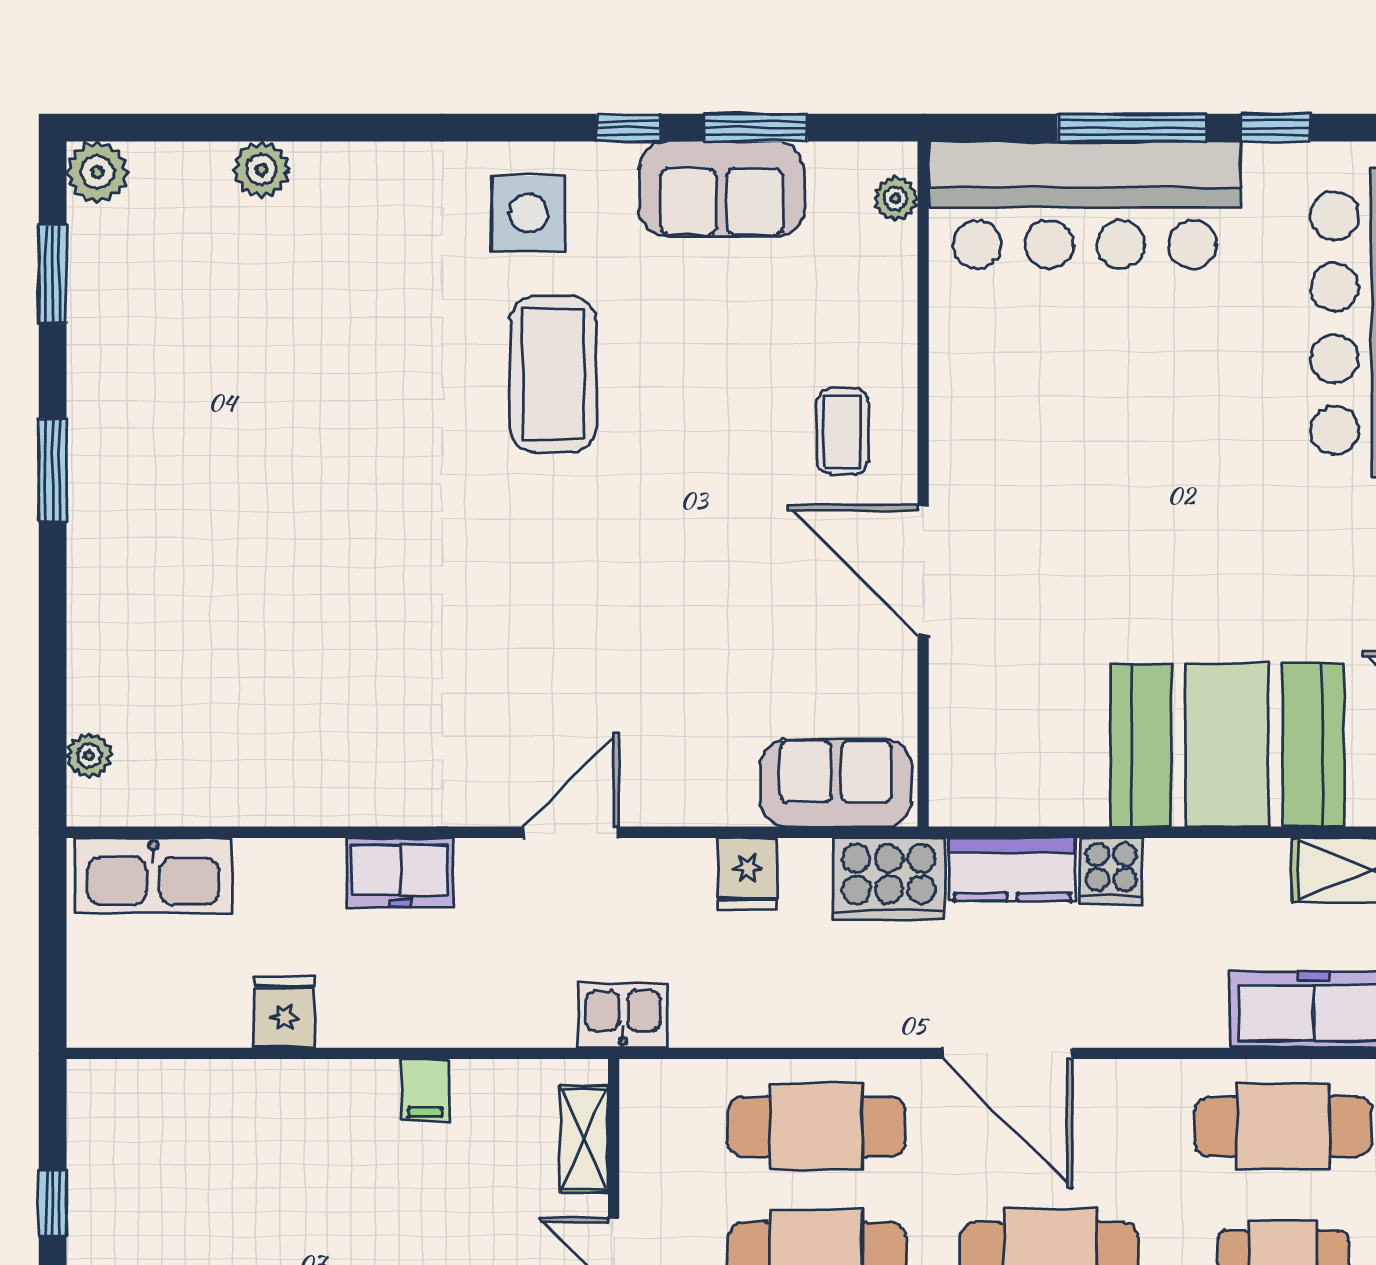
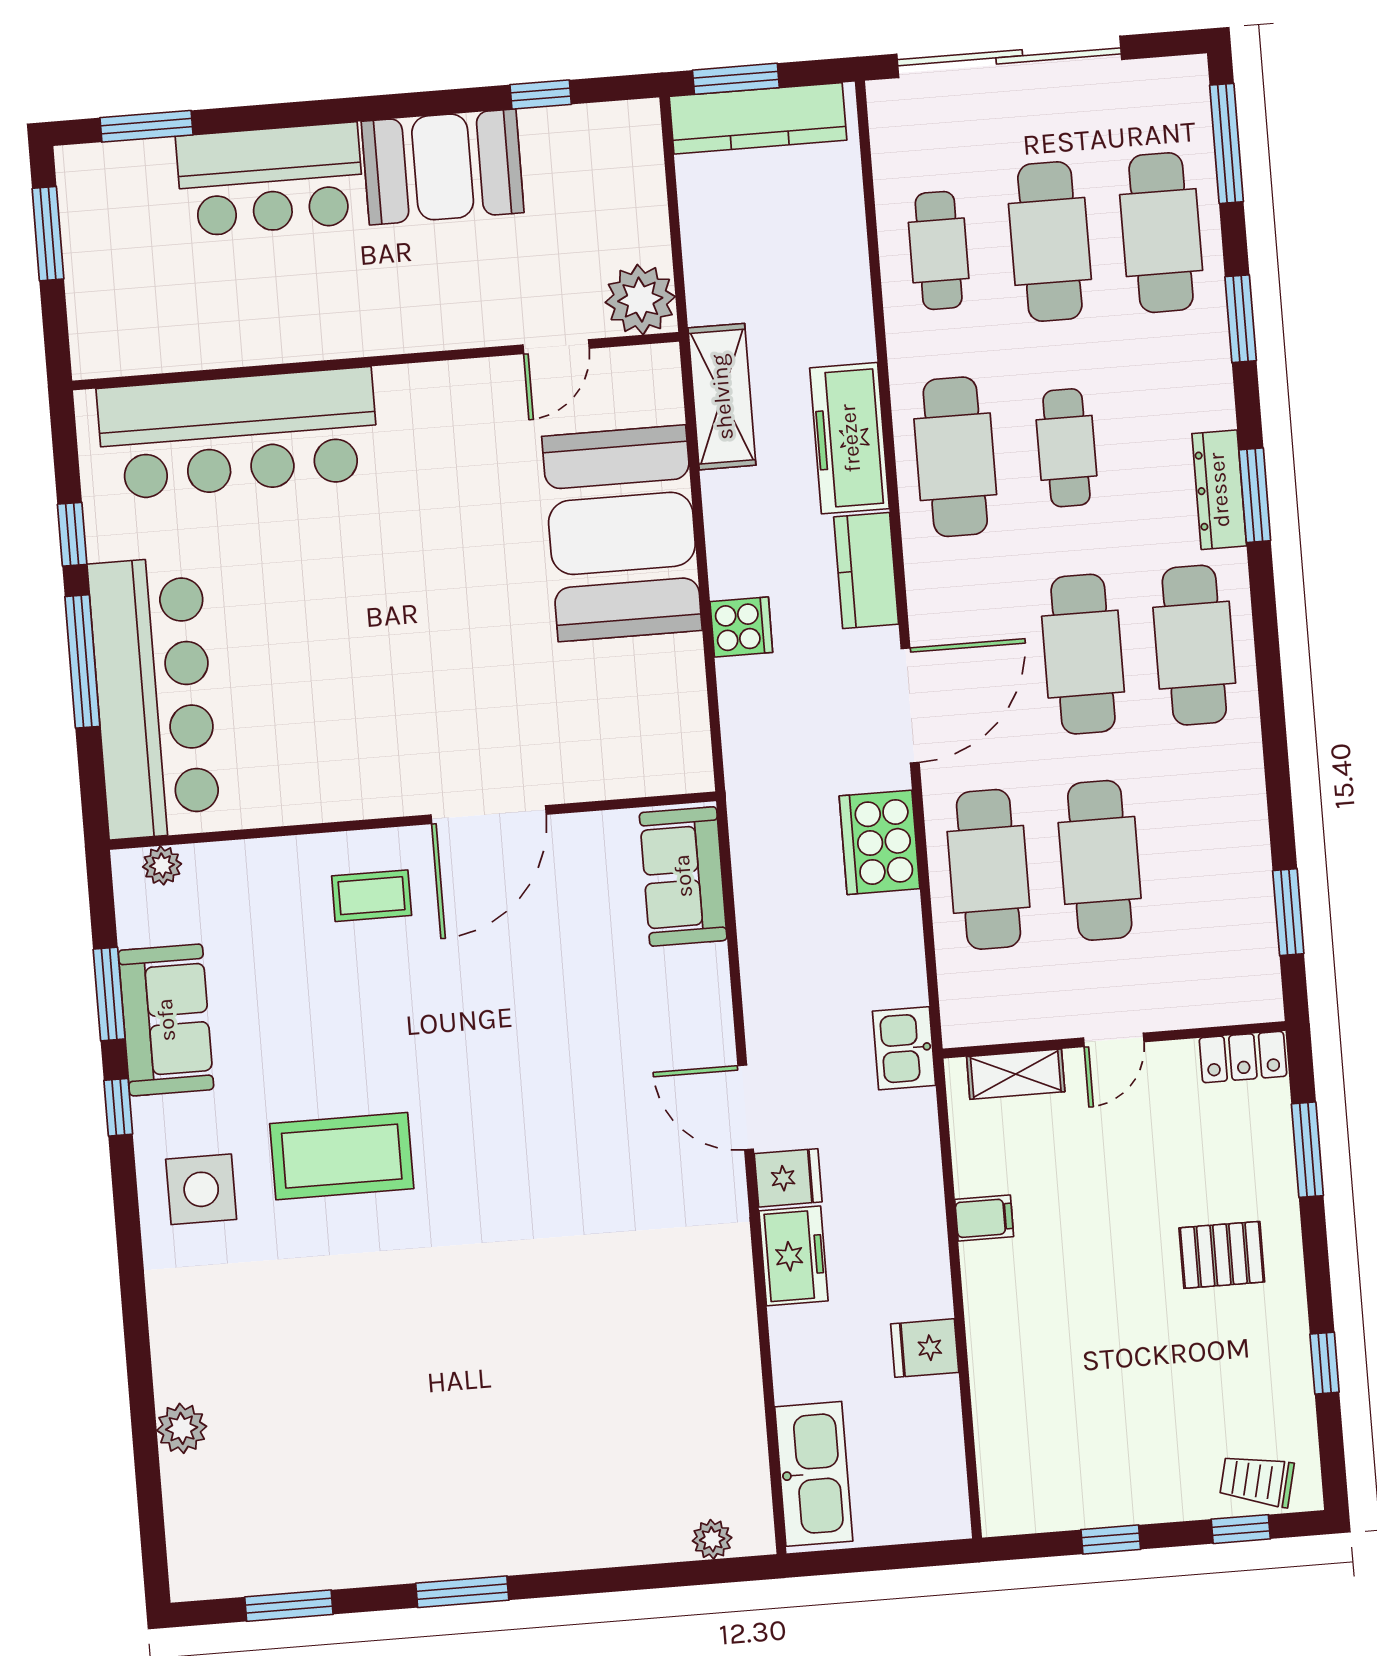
plant: (97, 172) -> (196, 1573), removed
kitchen counter: (1012, 869) -> (866, 571), moved, turned 180
fridge: (747, 874) -> (788, 1178), moved
cooker: (889, 879) -> (880, 842), moved, turned 180

